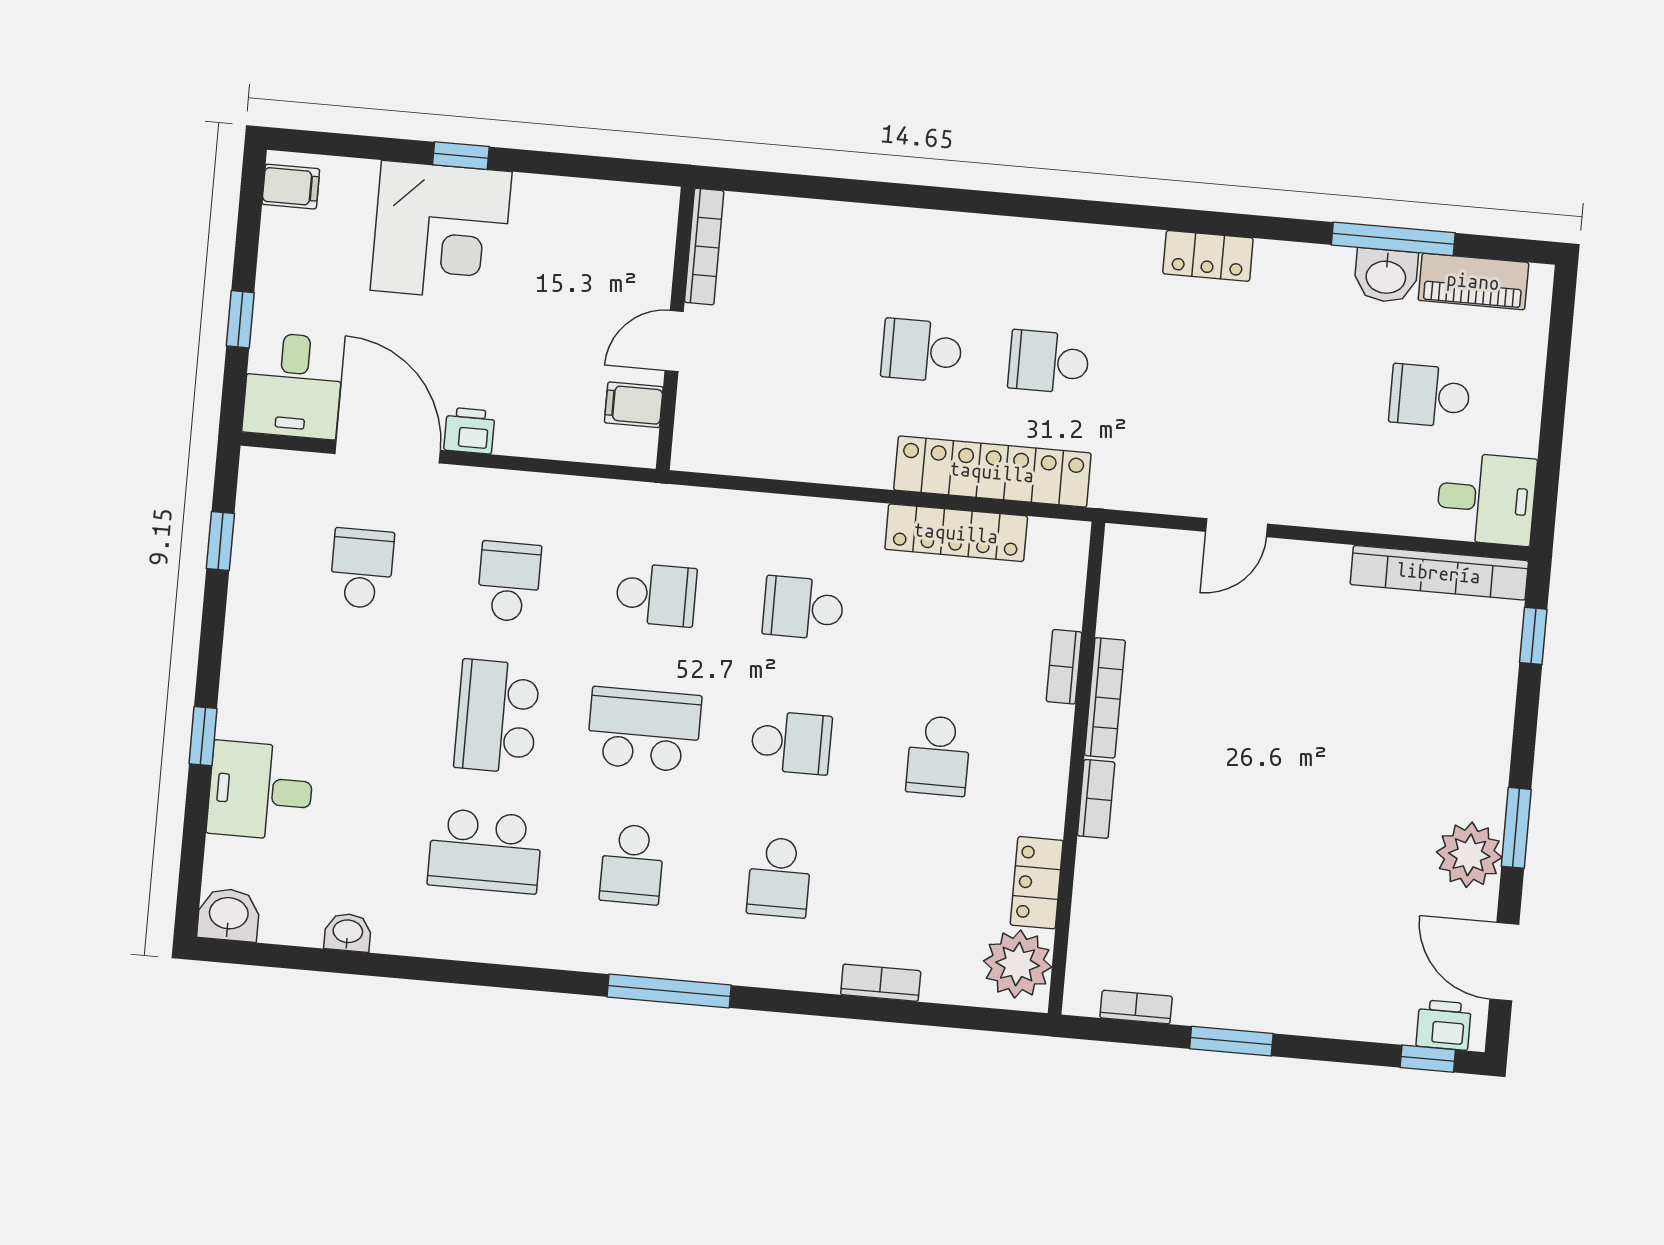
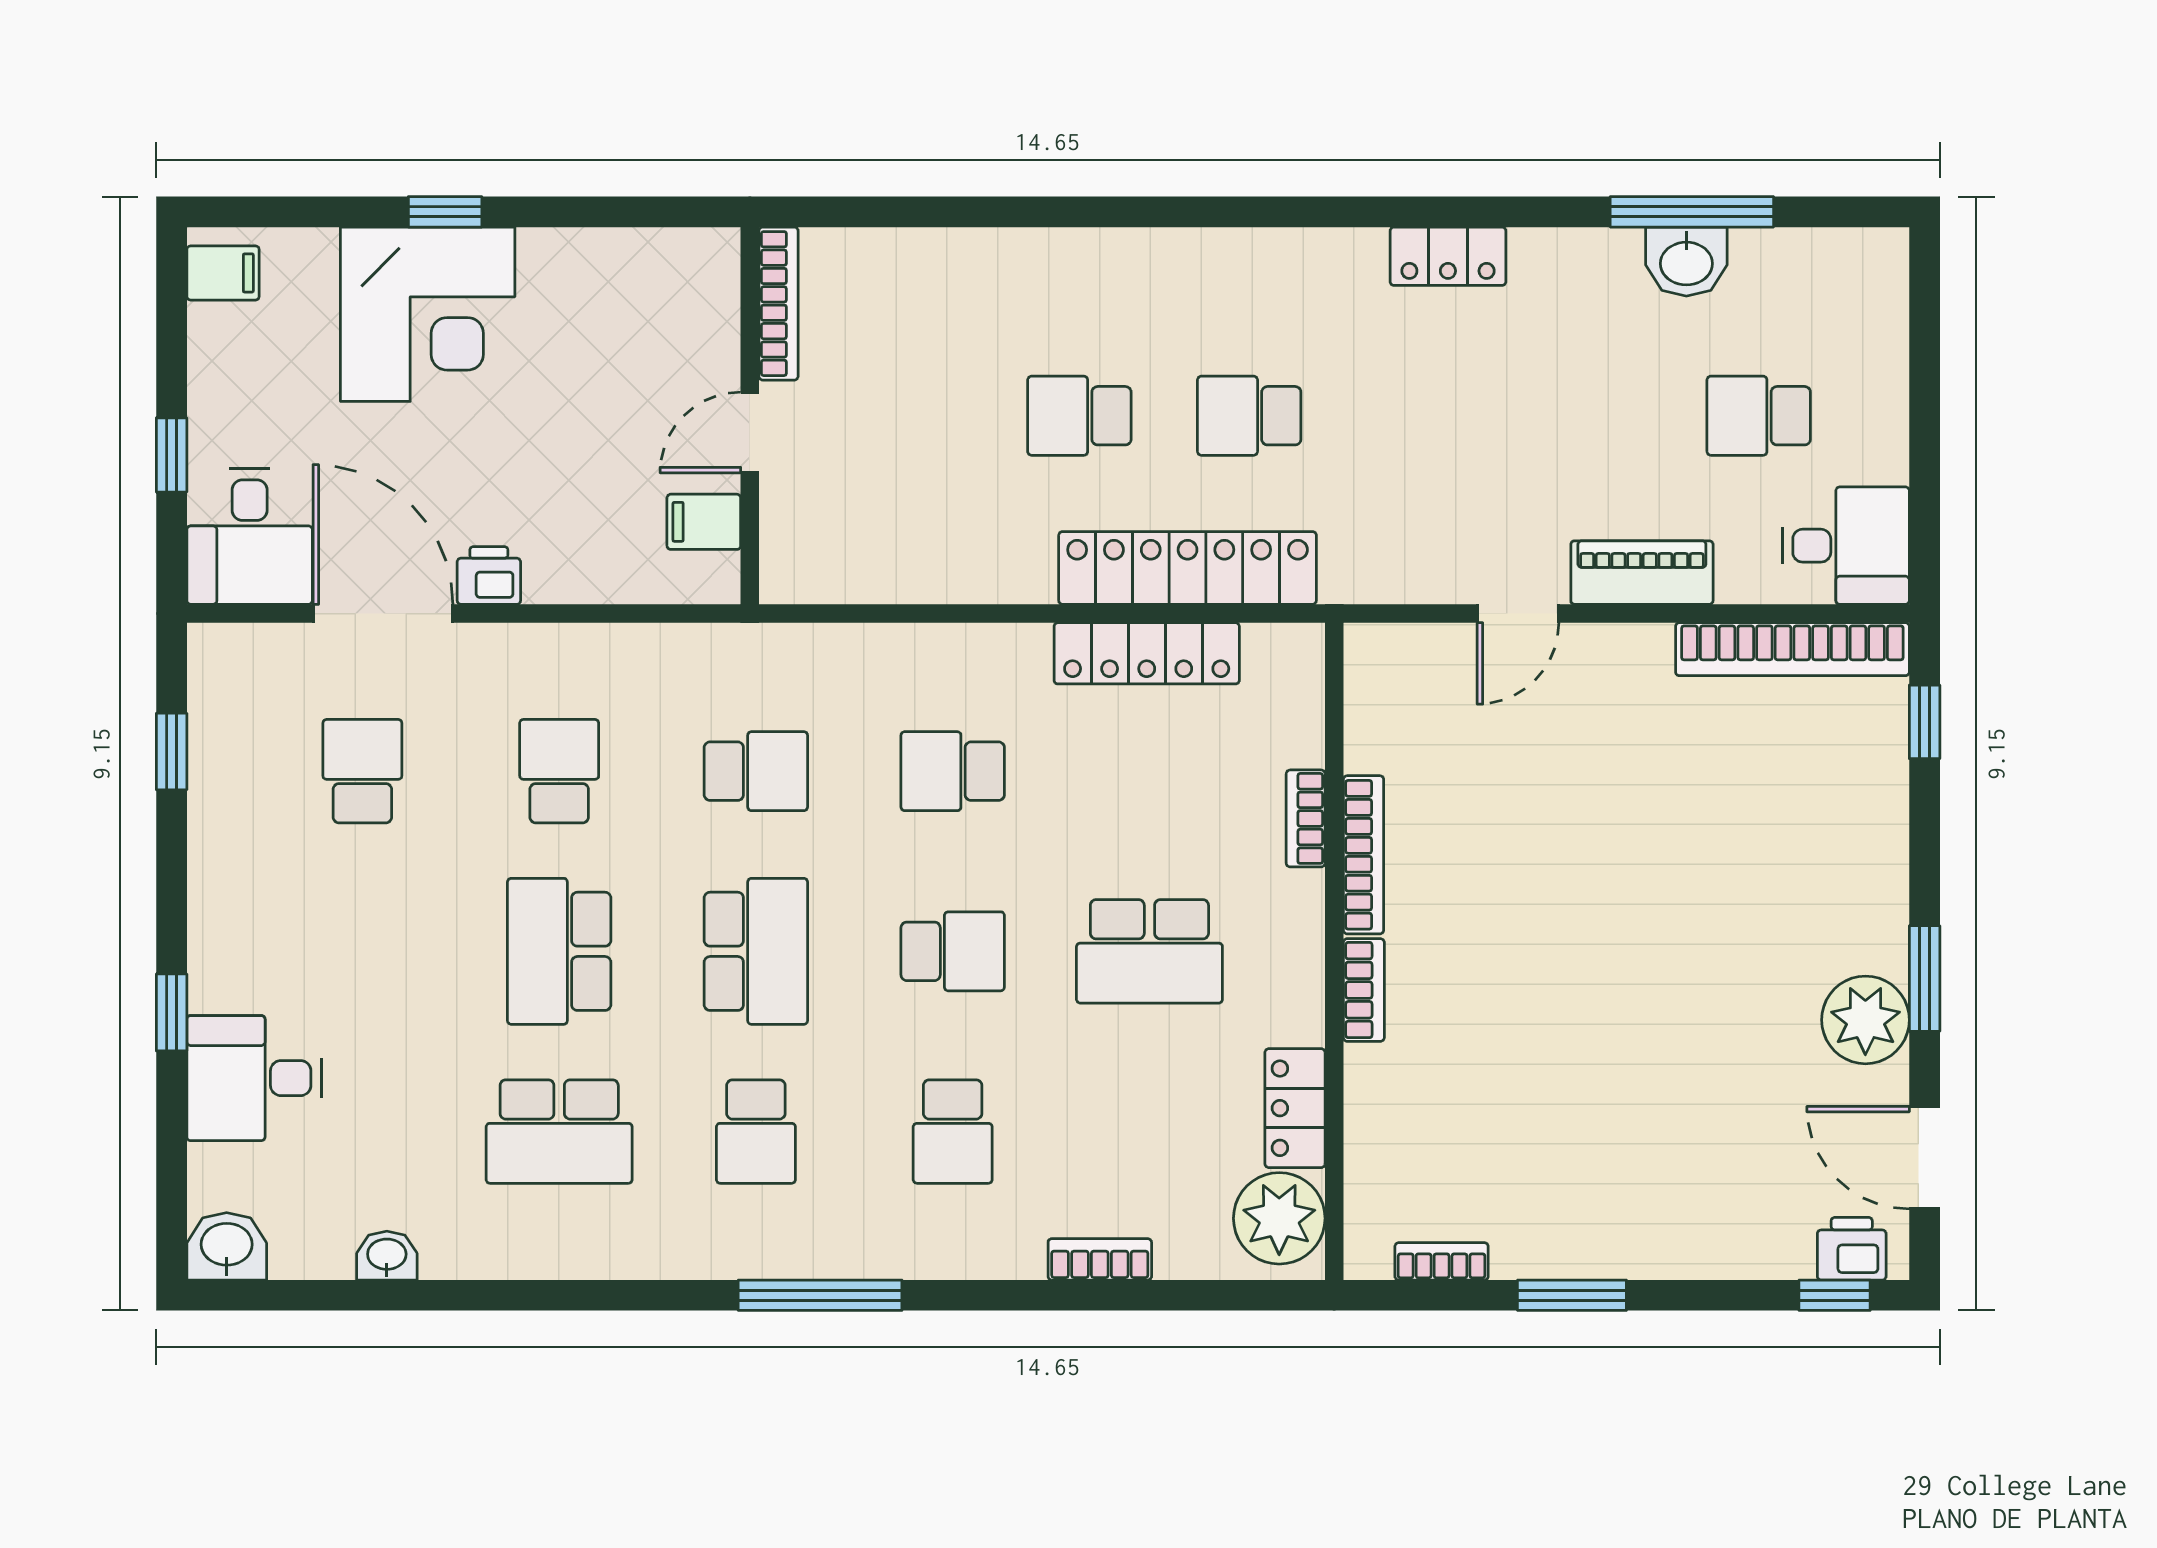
piano: (1473, 281) -> (1642, 573), moved, turned 180
school desk: (644, 729) -> (756, 951), turned 90
school desk: (938, 756) -> (1149, 951), width x1.85

